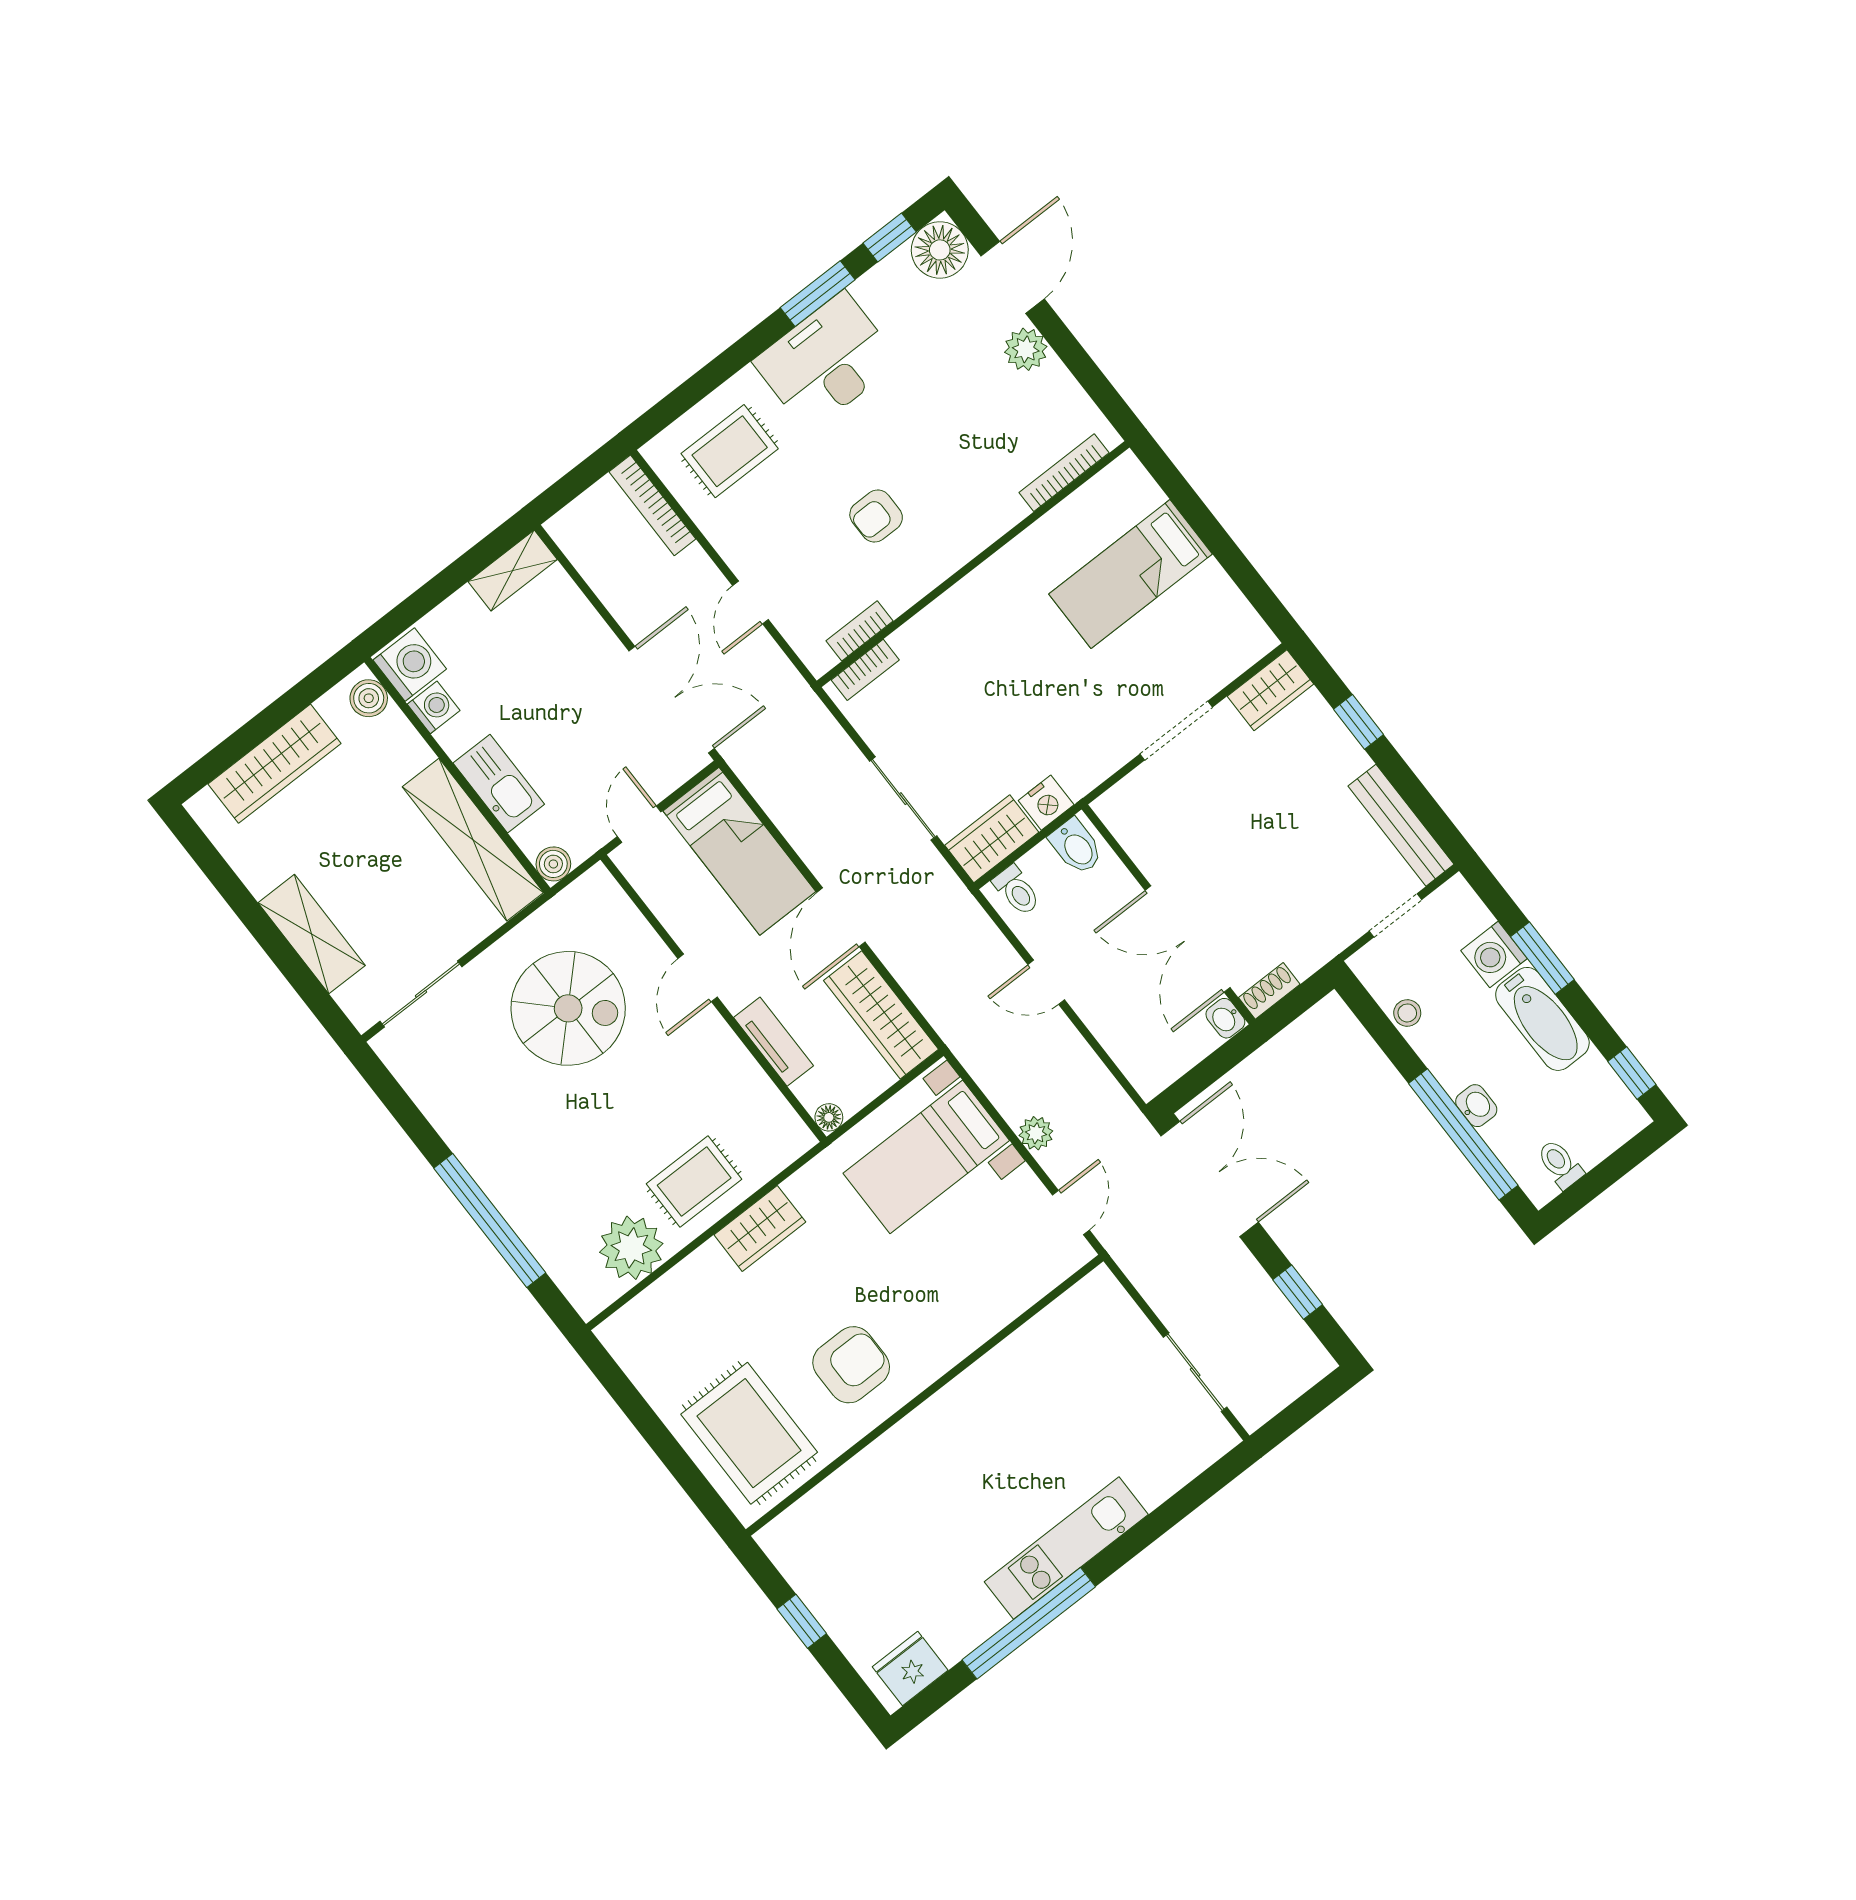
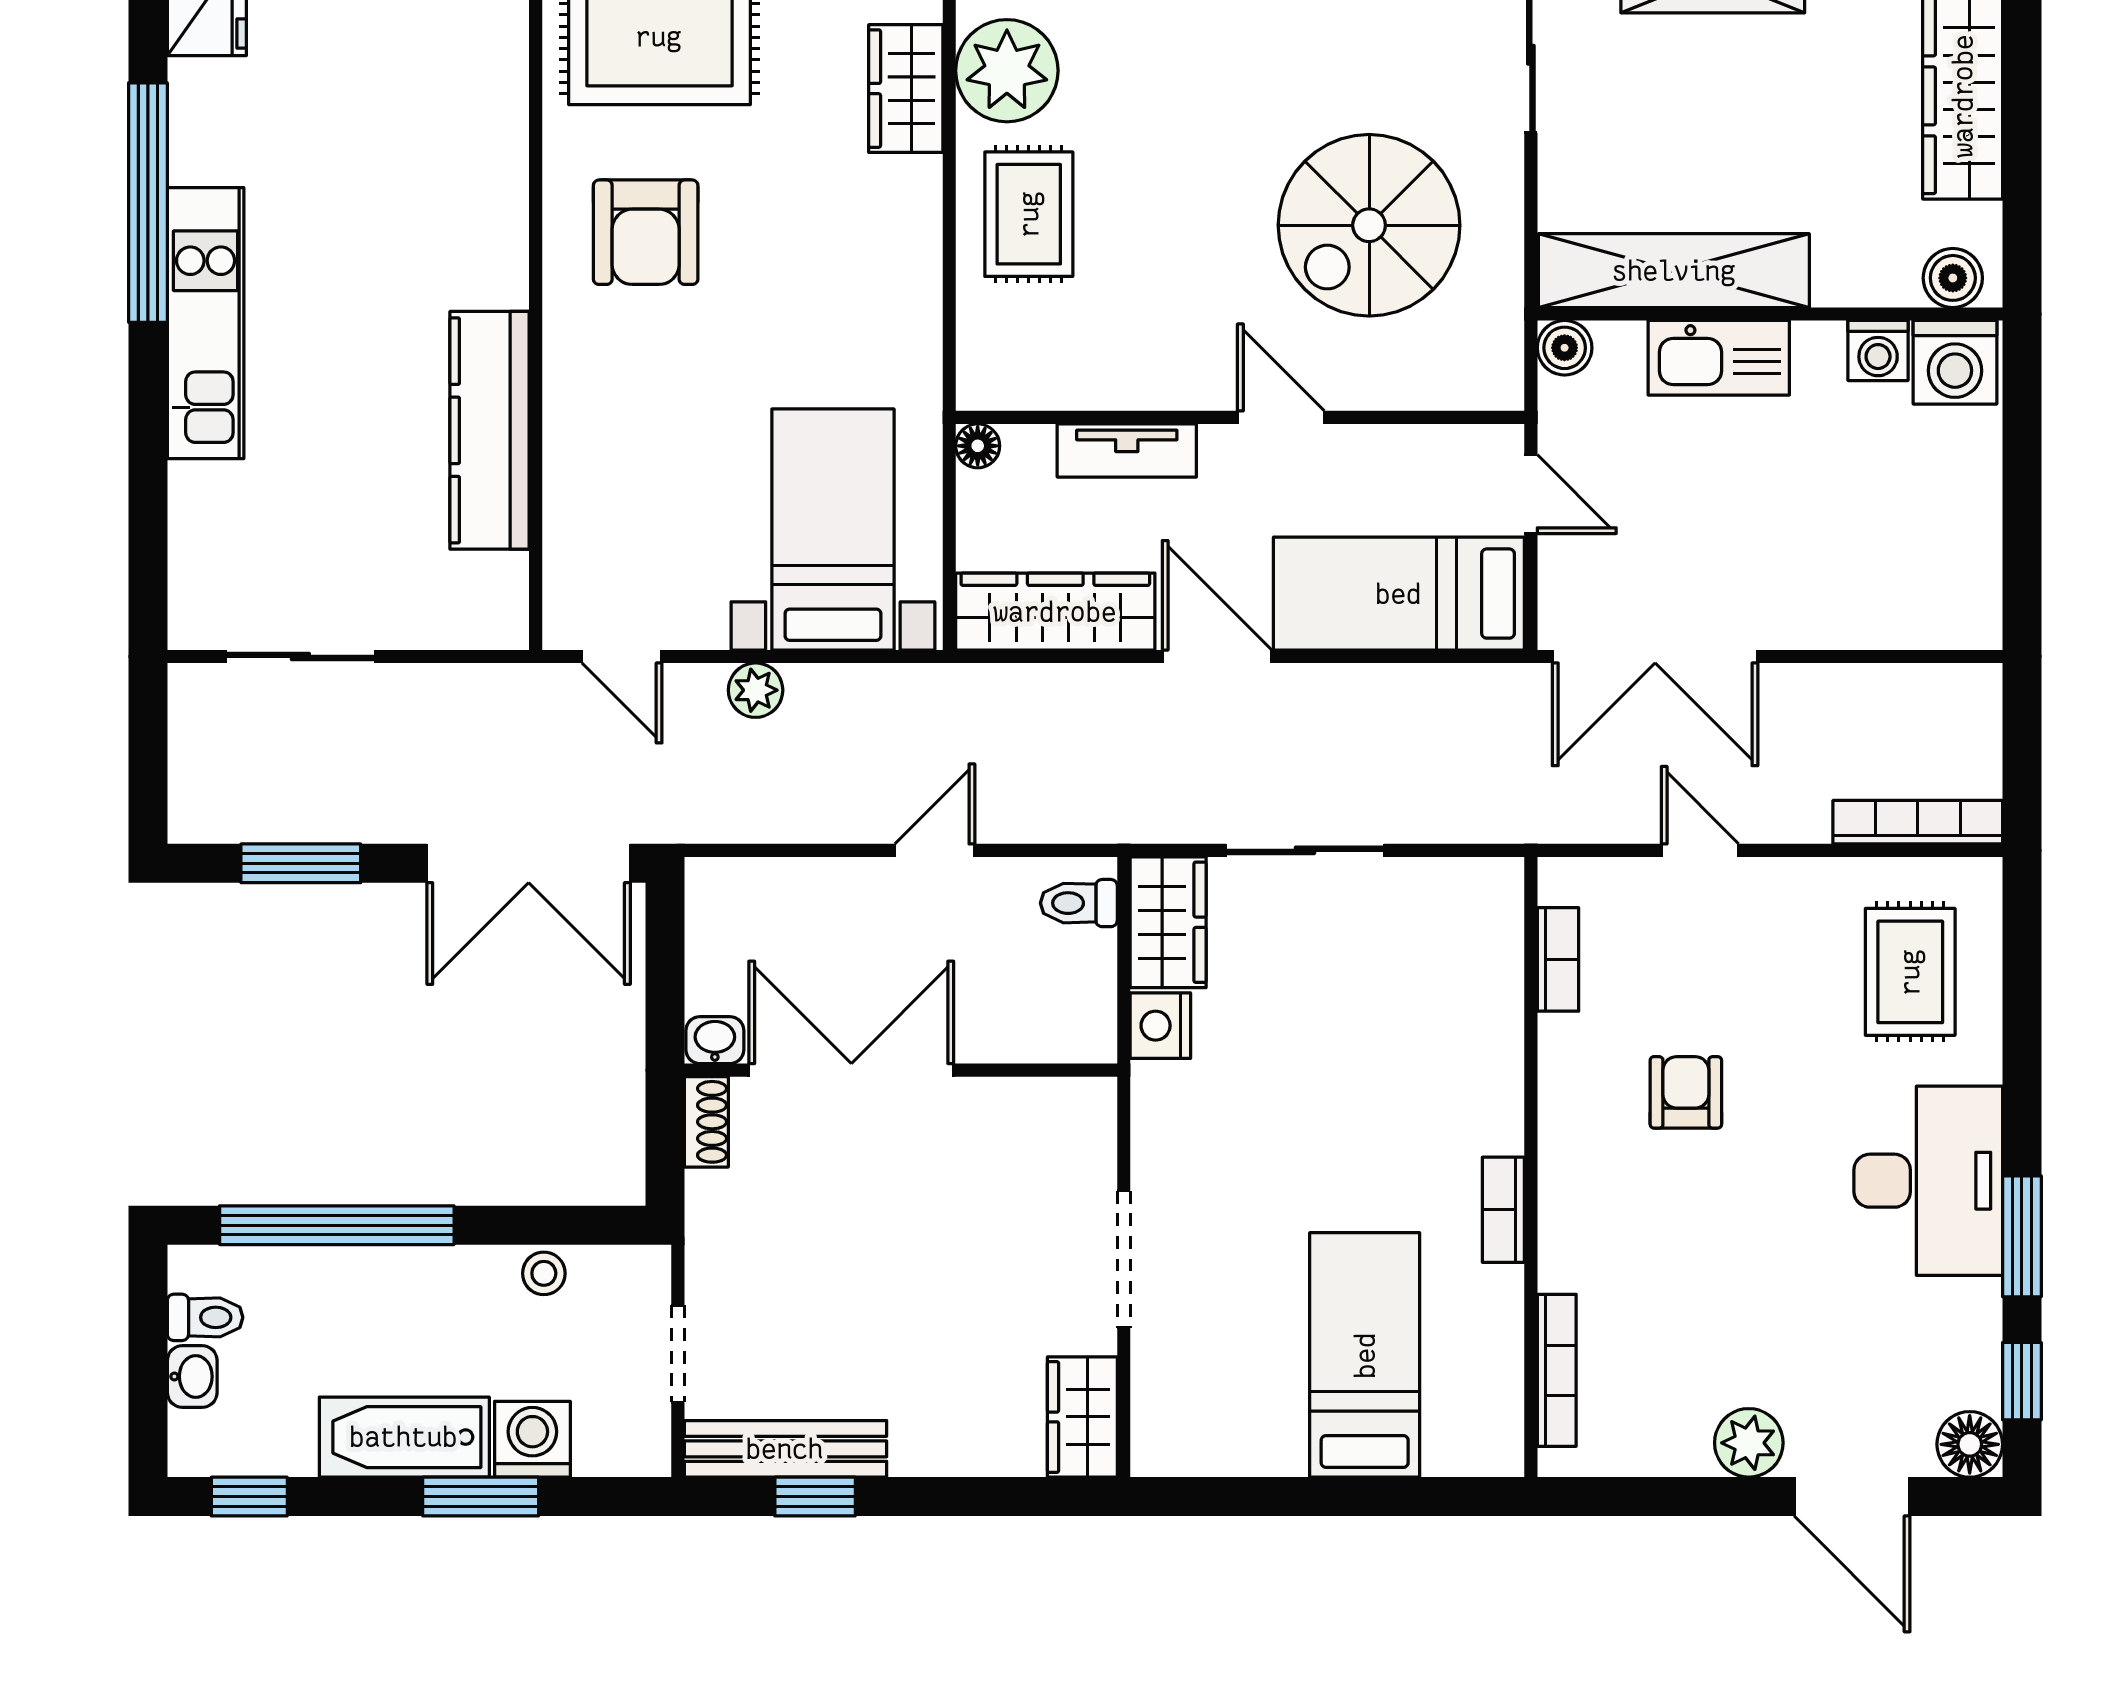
floor lamp: (940, 250) -> (1970, 1444), width x0.73, depth x0.73
shelving: (513, 570) -> (1973, 583), removed
bookcase: (865, 670) -> (1503, 1210), moved
window: (1359, 722) -> (815, 1497), moved
bidet: (1076, 847) -> (1076, 1021), removed
washbasin: (1476, 1106) -> (192, 1376), moved, turned -90
wardrobe: (760, 1228) -> (906, 89), moved
window: (1298, 1292) -> (301, 863), width x1.50
kitchen counter: (1010, 1366) -> (490, 430), added

